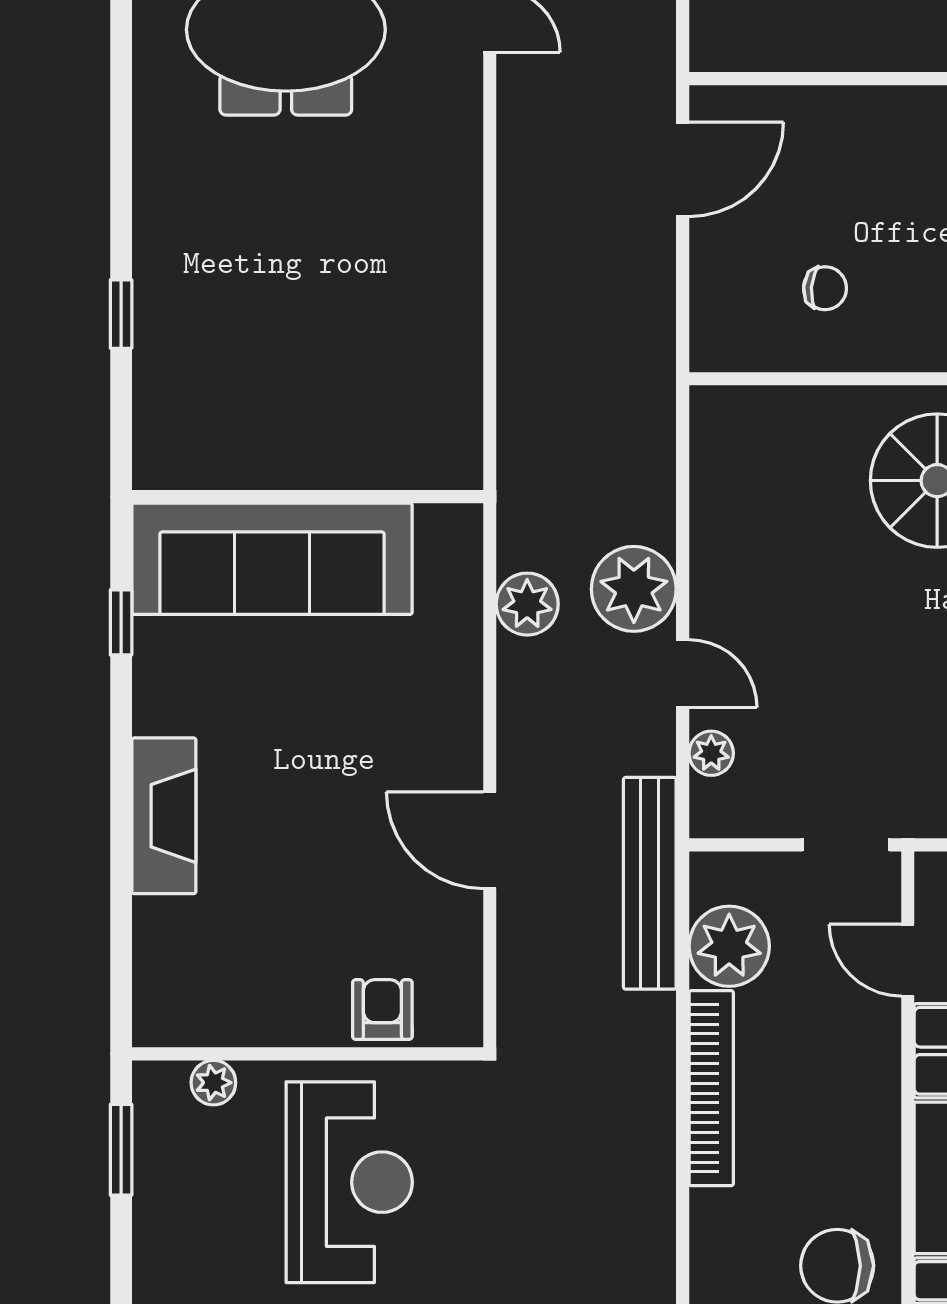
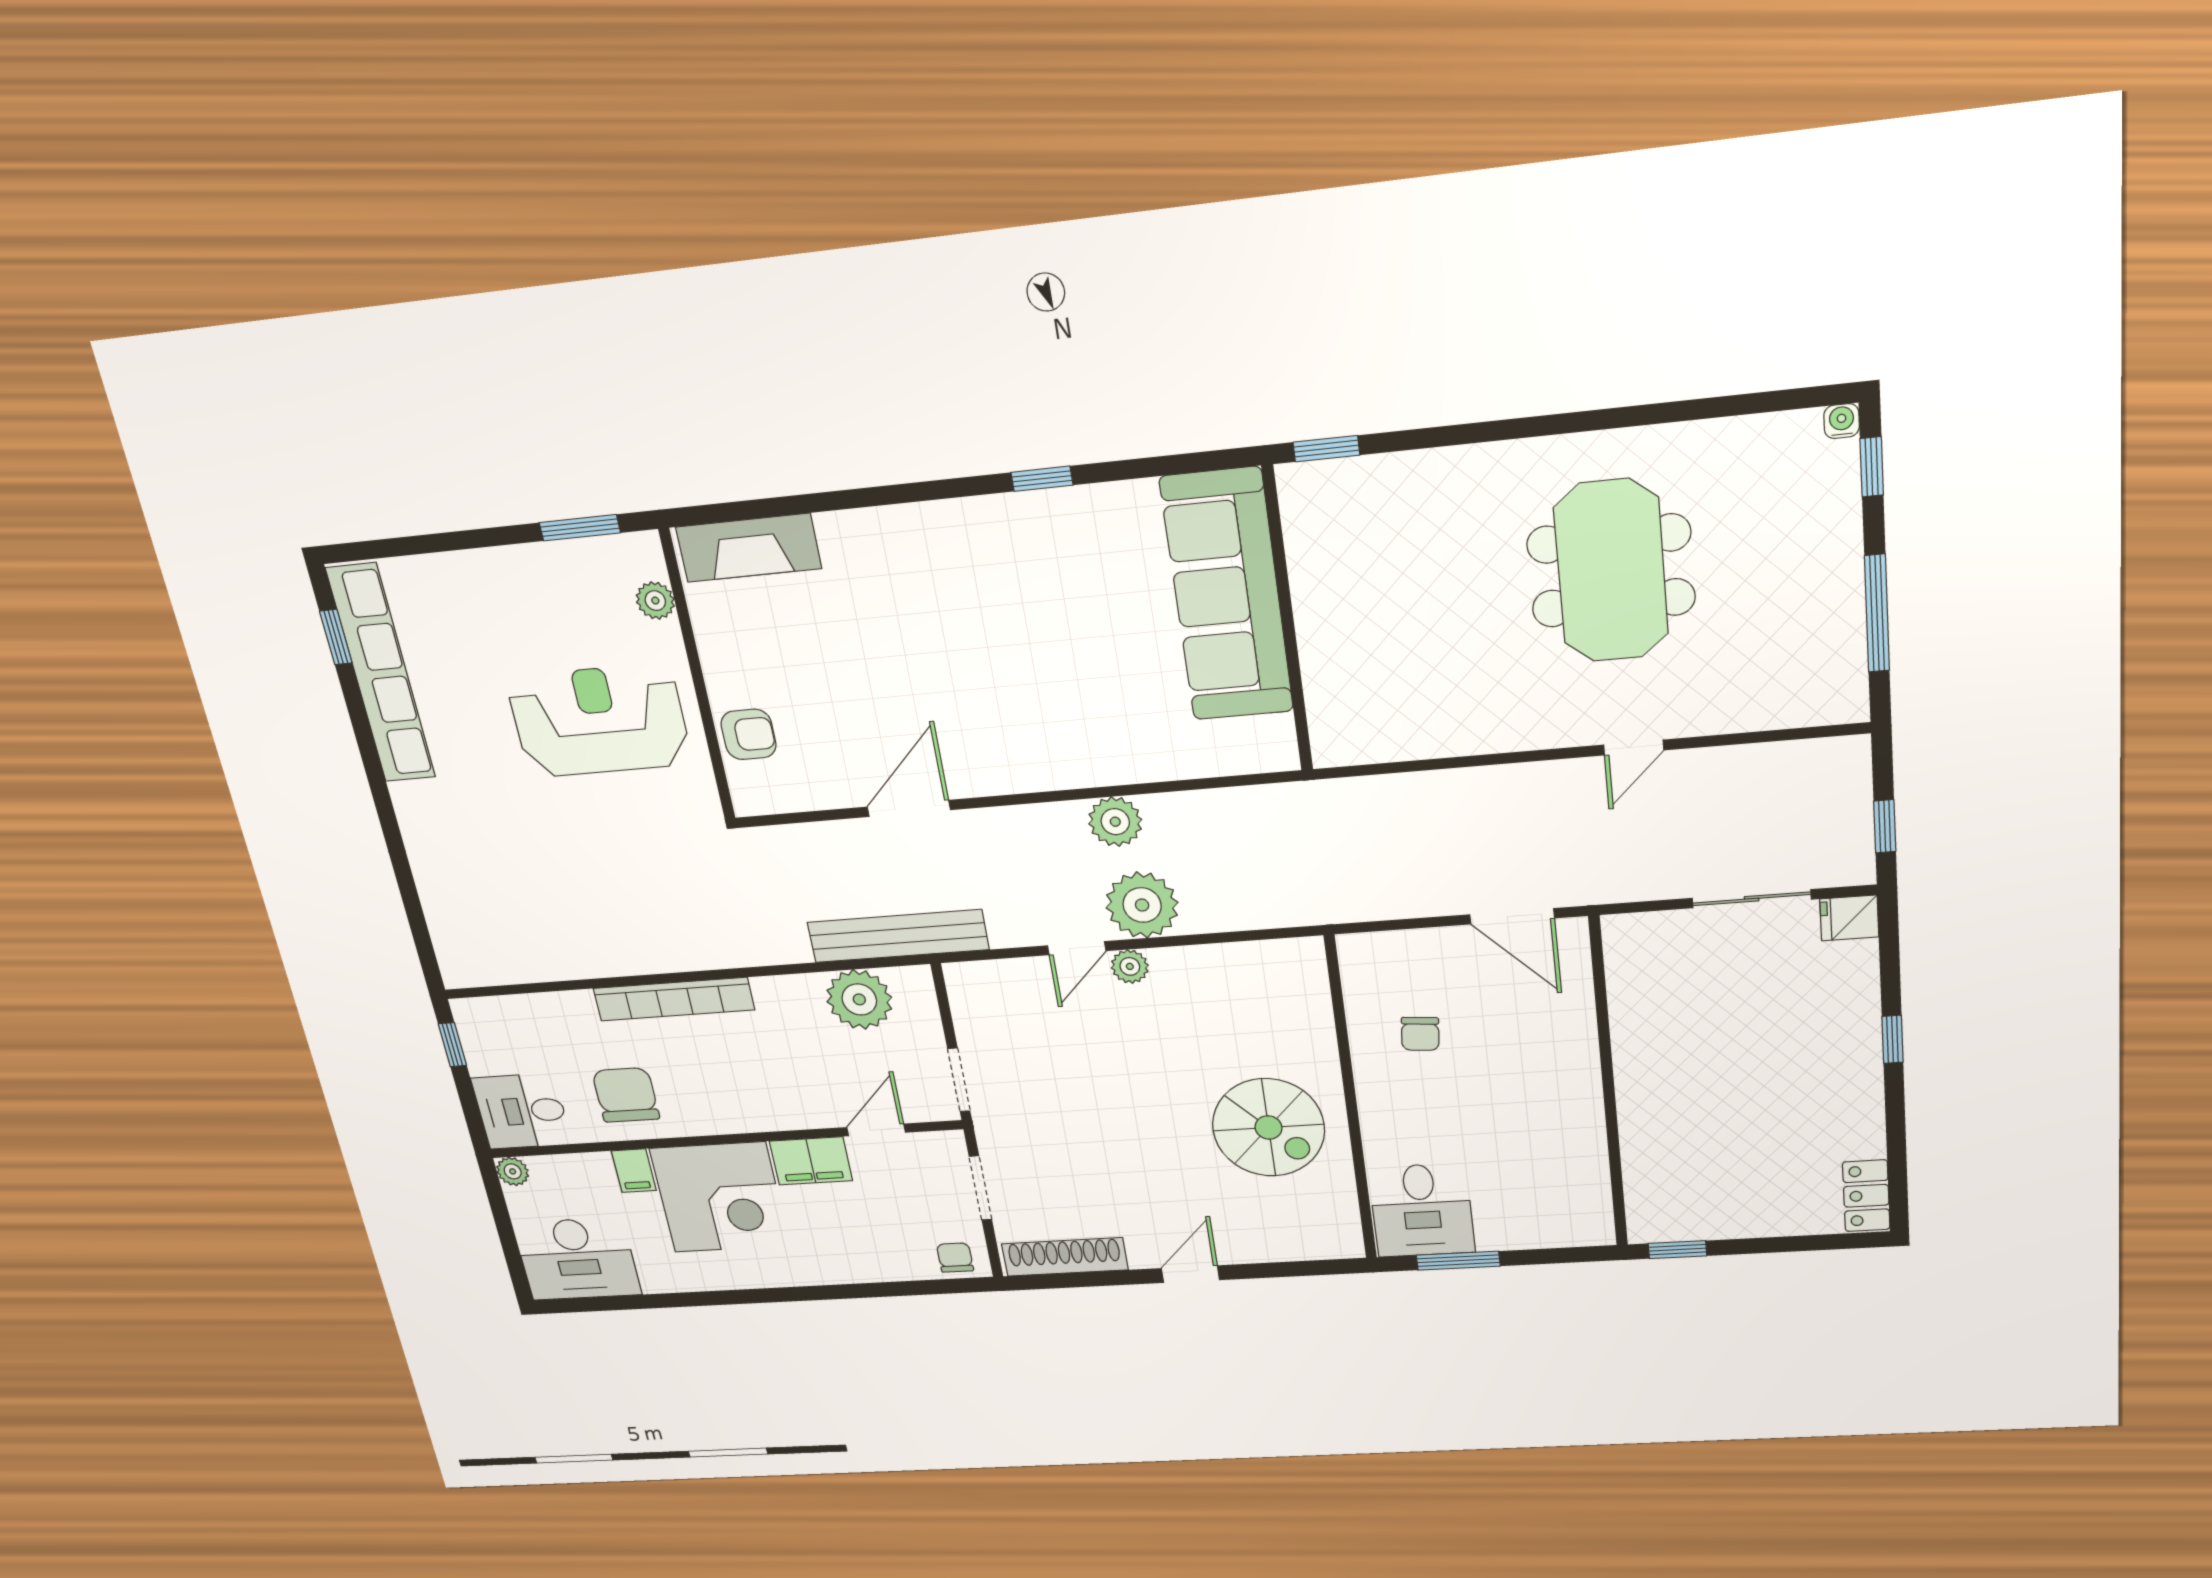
wall: (308, 497) -> (1288, 621), moved
sofa: (272, 559) -> (1227, 595), moved
plant: (711, 753) -> (1130, 966), moved
fireplace: (164, 816) -> (749, 548), moved
bookcase: (711, 1088) -> (674, 999), moved
reception desk: (349, 1182) -> (599, 721), turned 180

